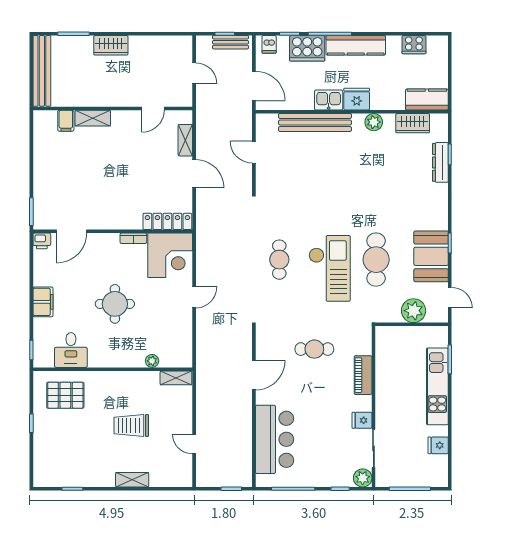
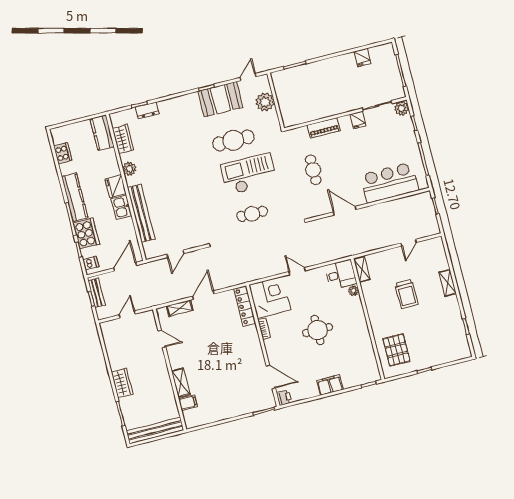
dresser: (440, 162) -> (147, 110), width x0.70
desk: (71, 350) -> (341, 275), moved
kitchen unit: (437, 386) -> (318, 69), removed

